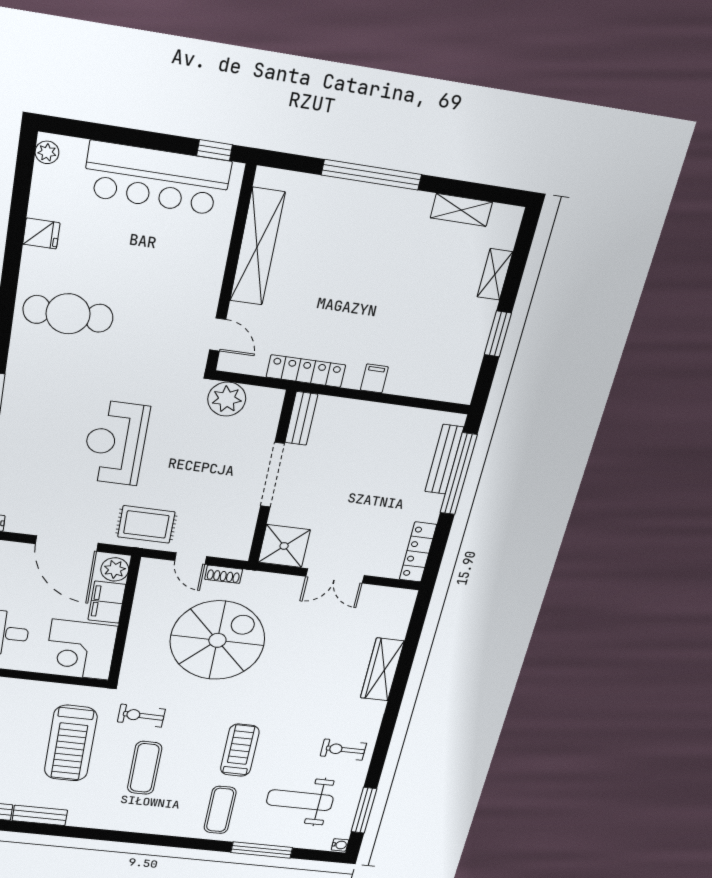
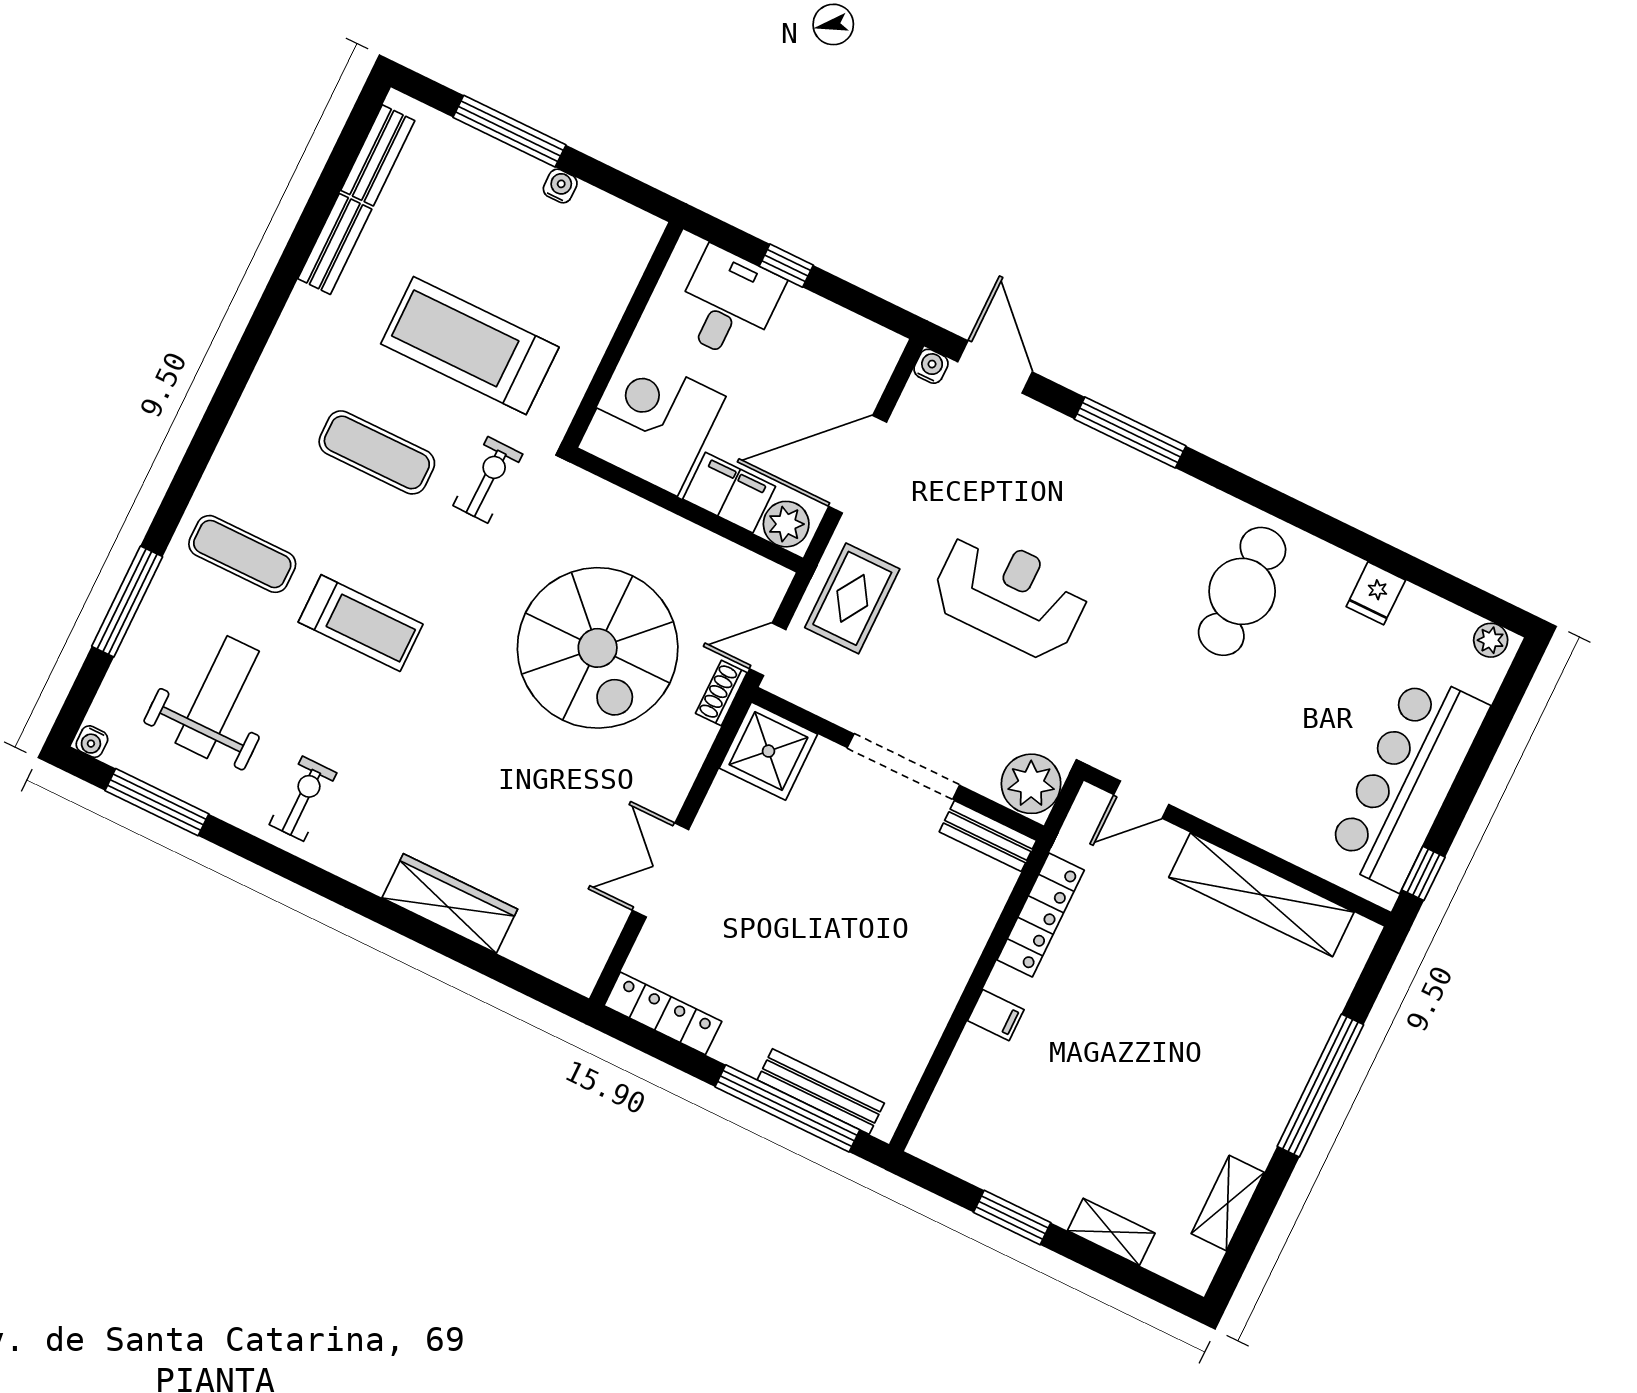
bench: (301, 418) -> (988, 836), moved
doorway: (272, 475) -> (903, 766), moved
wall: (272, 478) -> (898, 764), moved
shower: (284, 546) -> (768, 751), moved

